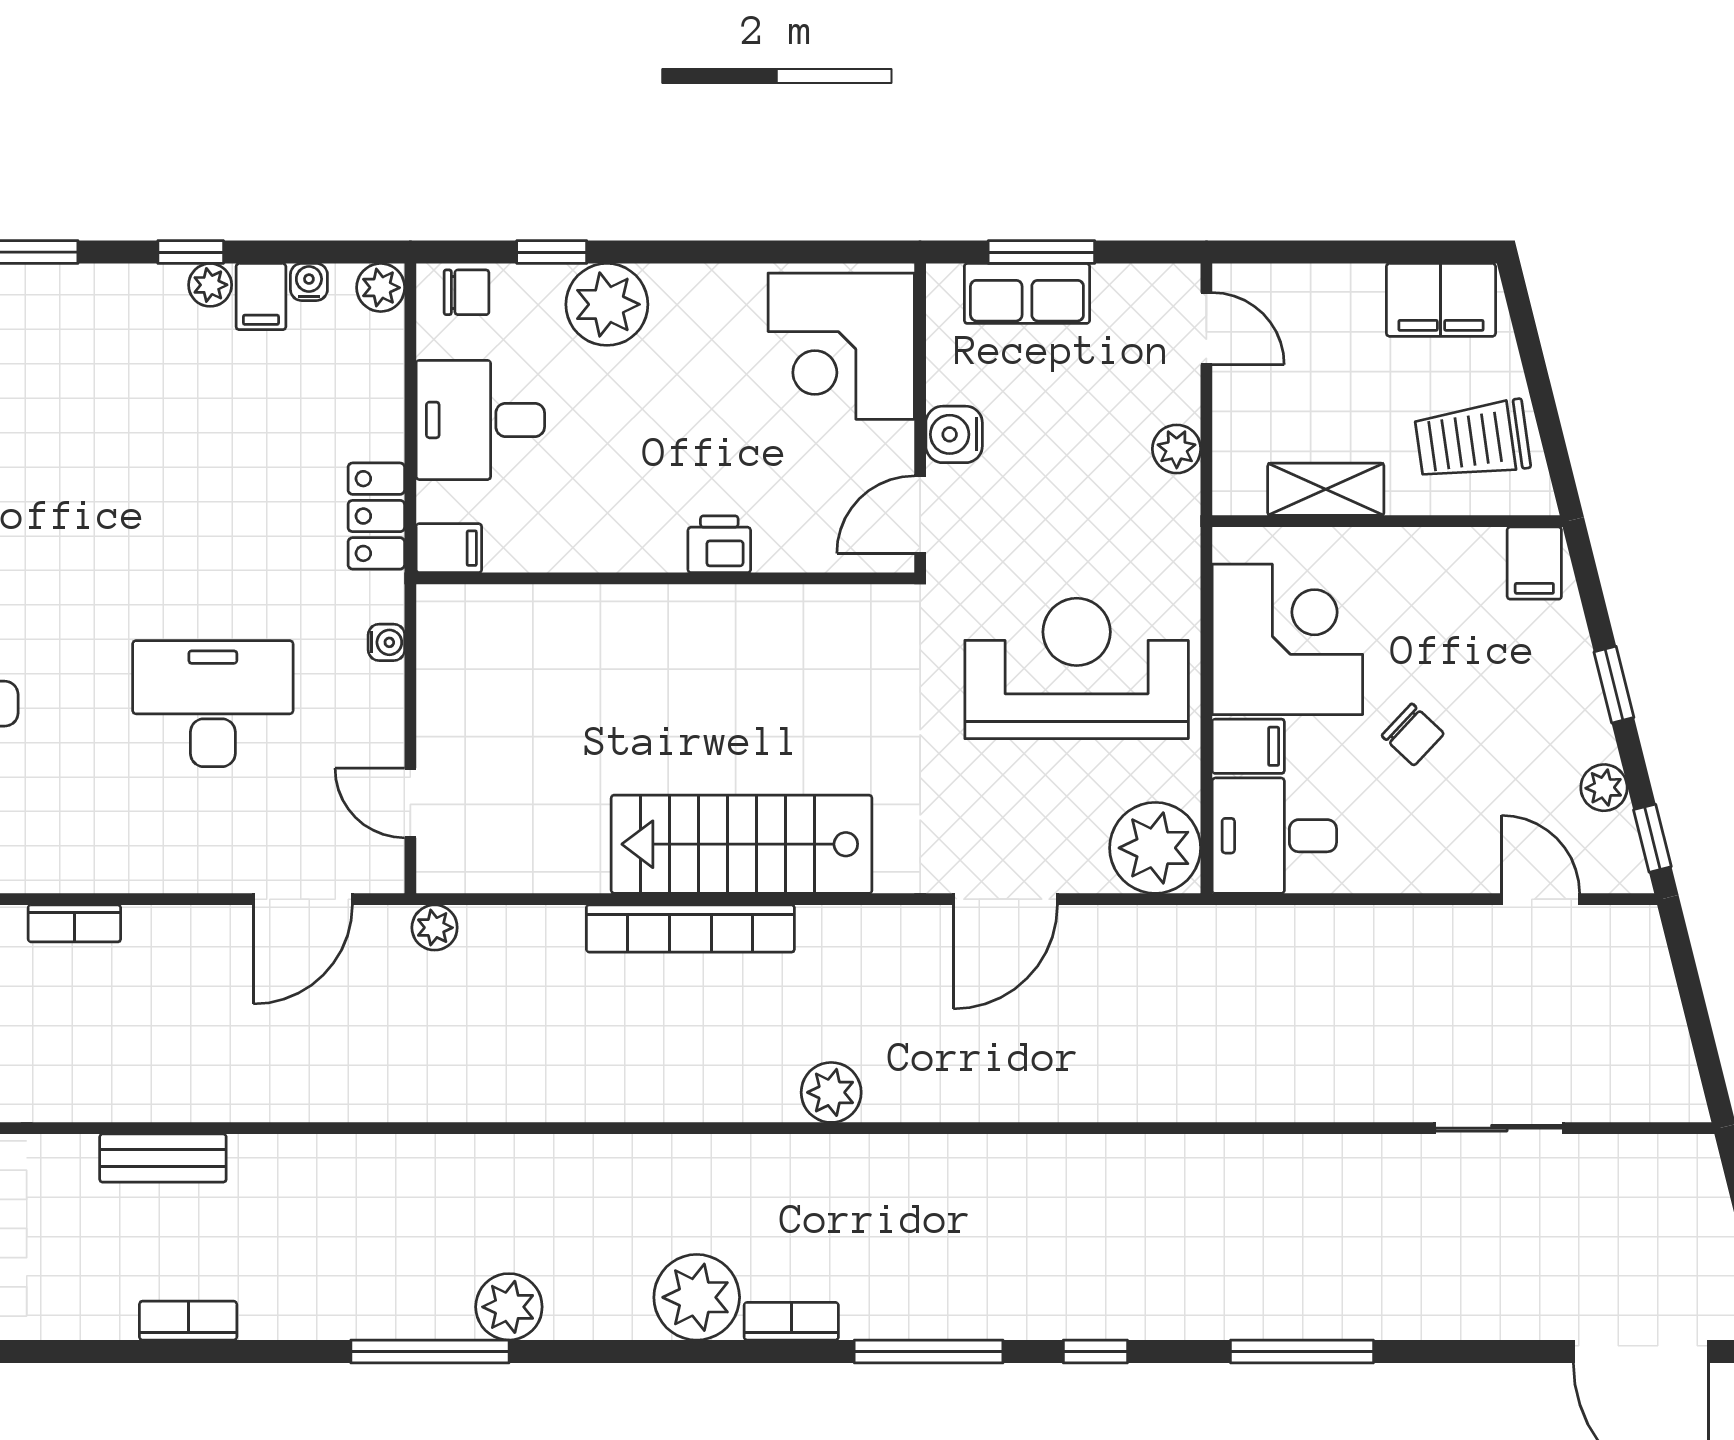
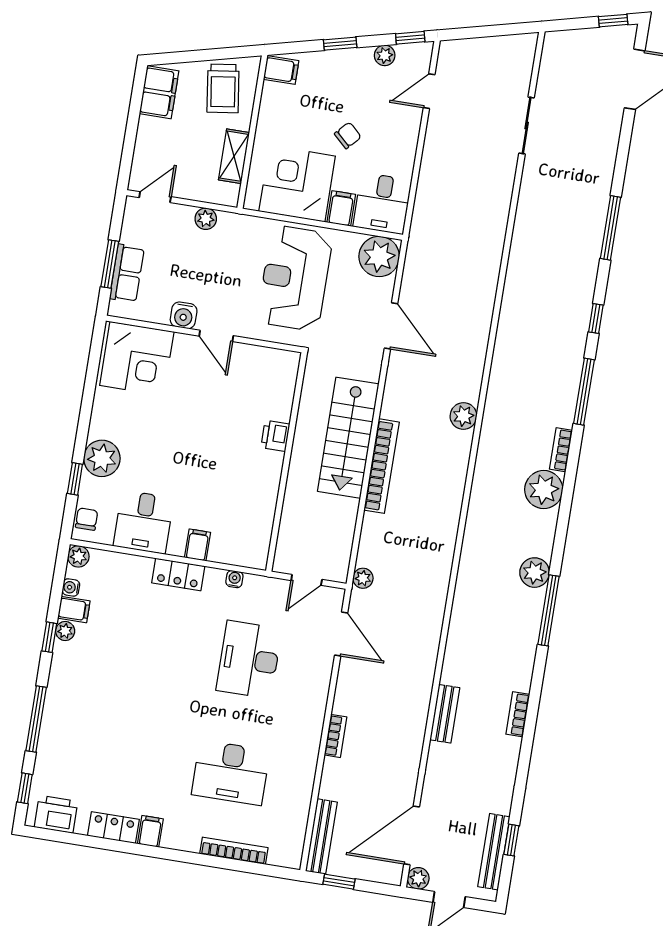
printer: (719, 544) -> (275, 436), moved
wall: (665, 578) -> (286, 462), moved

